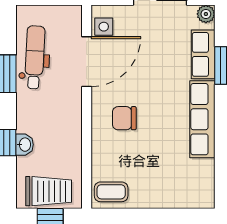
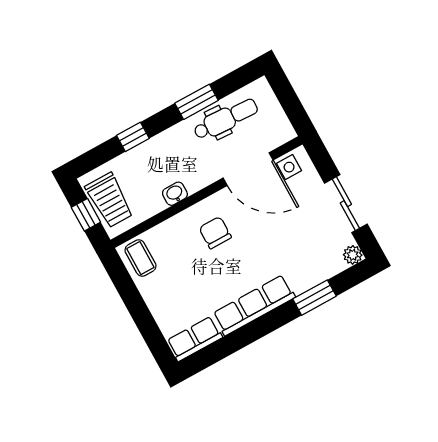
row of seats: (203, 54) -> (195, 339), moved
washbasin: (25, 145) -> (175, 194), moved, turned 180

